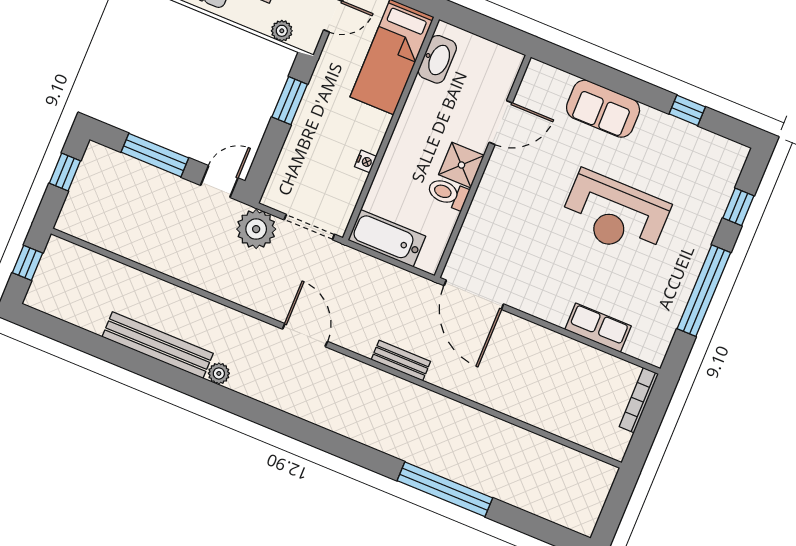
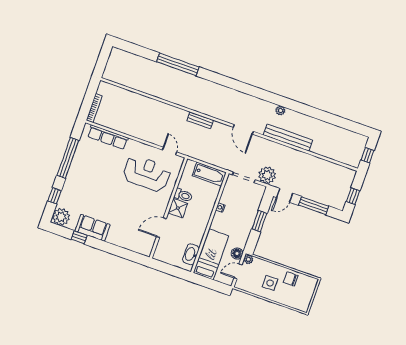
plant: (282, 31) -> (248, 259), moved
floor lamp: (333, 56) -> (237, 253), added
window: (290, 101) -> (259, 221), moved
sofa: (603, 109) -> (93, 228), moved
plant: (726, 159) -> (61, 217), added
reception desk: (615, 214) -> (147, 173), moved
door: (474, 295) -> (169, 151), width x0.53
row of seats: (598, 328) -> (108, 137), width x1.48
bench: (158, 345) -> (288, 138), moved

